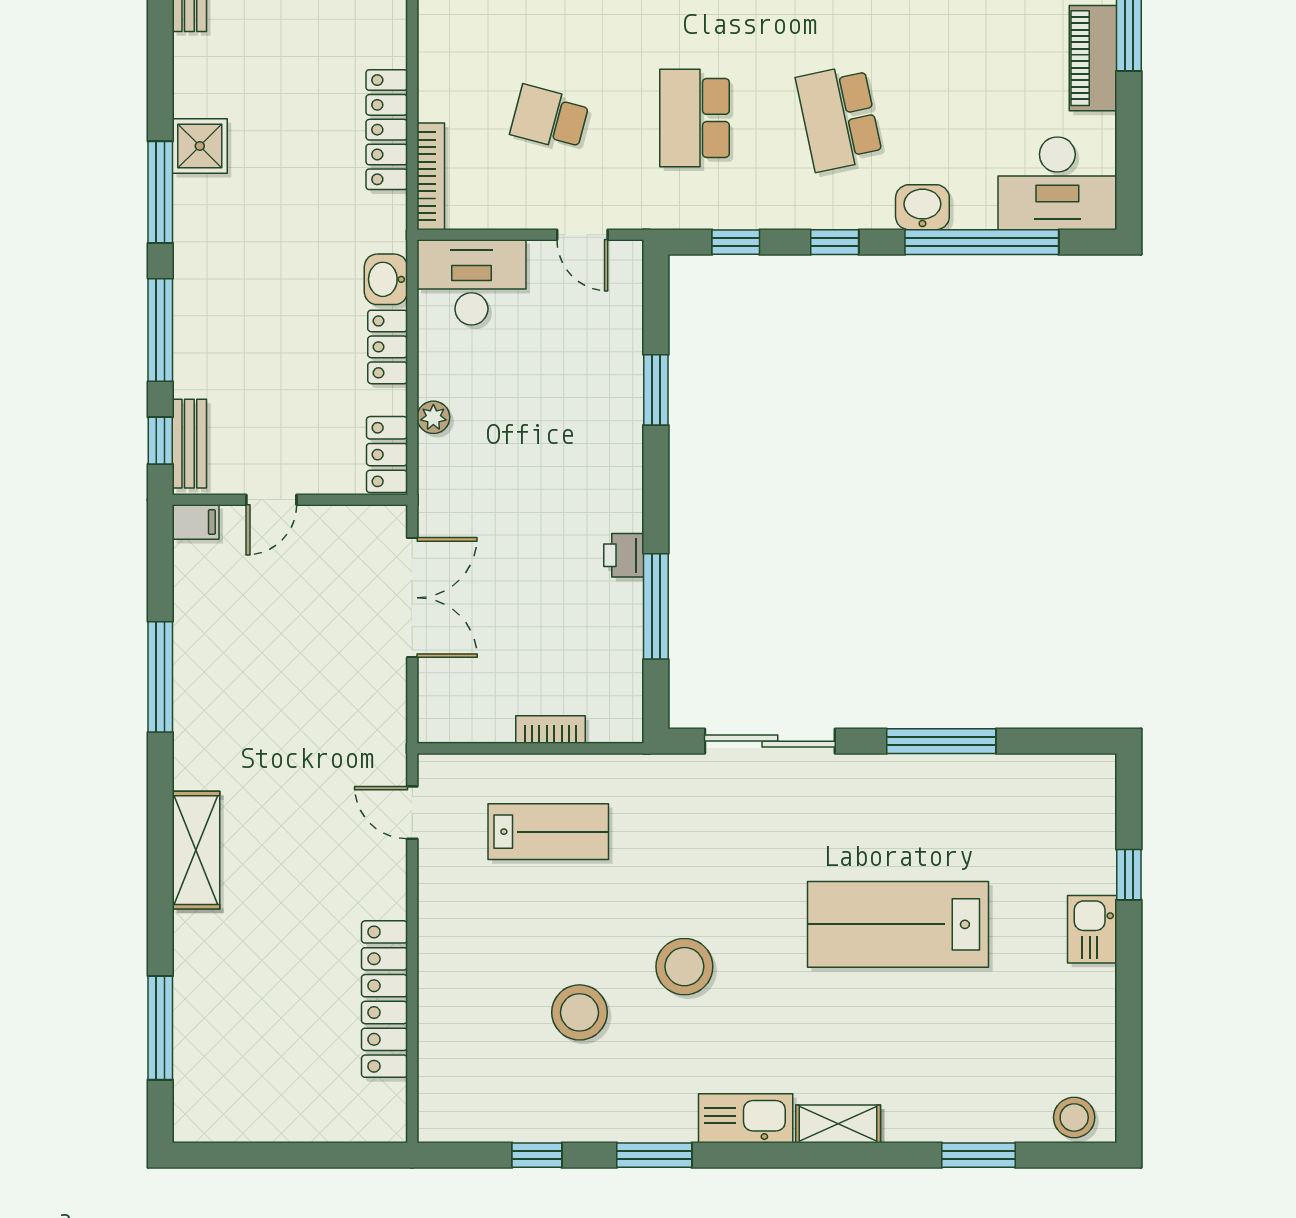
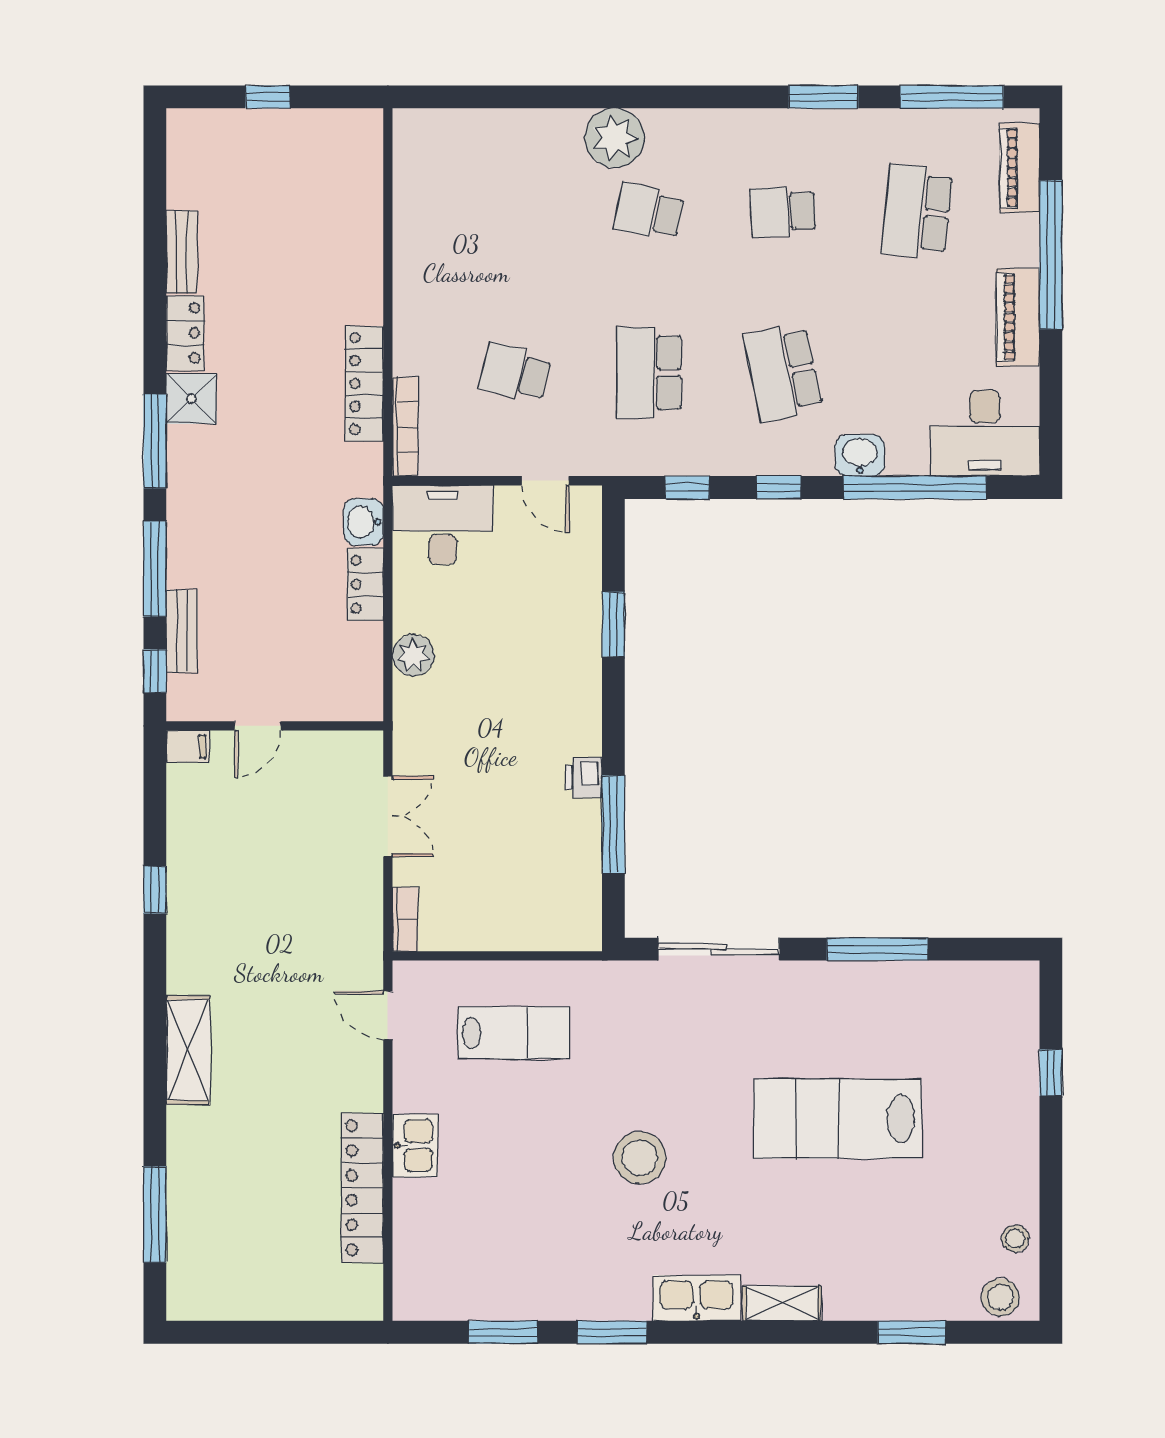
plant: (433, 417) -> (413, 655), width x1.38, depth x1.38
bench: (189, 444) -> (182, 631), moved
locker: (387, 455) -> (185, 333), moved, turned 180
double door: (412, 598) -> (388, 816), width x0.73
window: (160, 677) -> (155, 890), width x0.46
bookcase: (550, 730) -> (405, 919), moved, turned 90
kitchen sink: (1092, 929) -> (415, 1146), moved, turned 180
stool: (579, 1012) -> (1015, 1239), moved, width x0.53, depth x0.53
window: (537, 1155) -> (503, 1332), width x1.50

